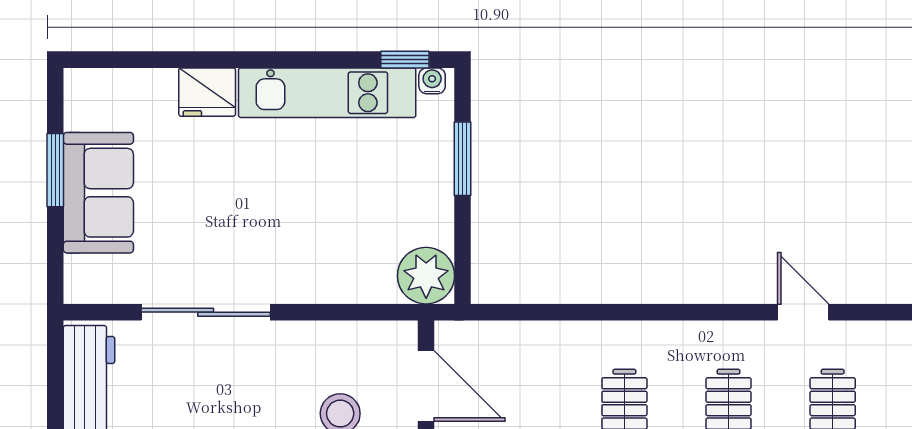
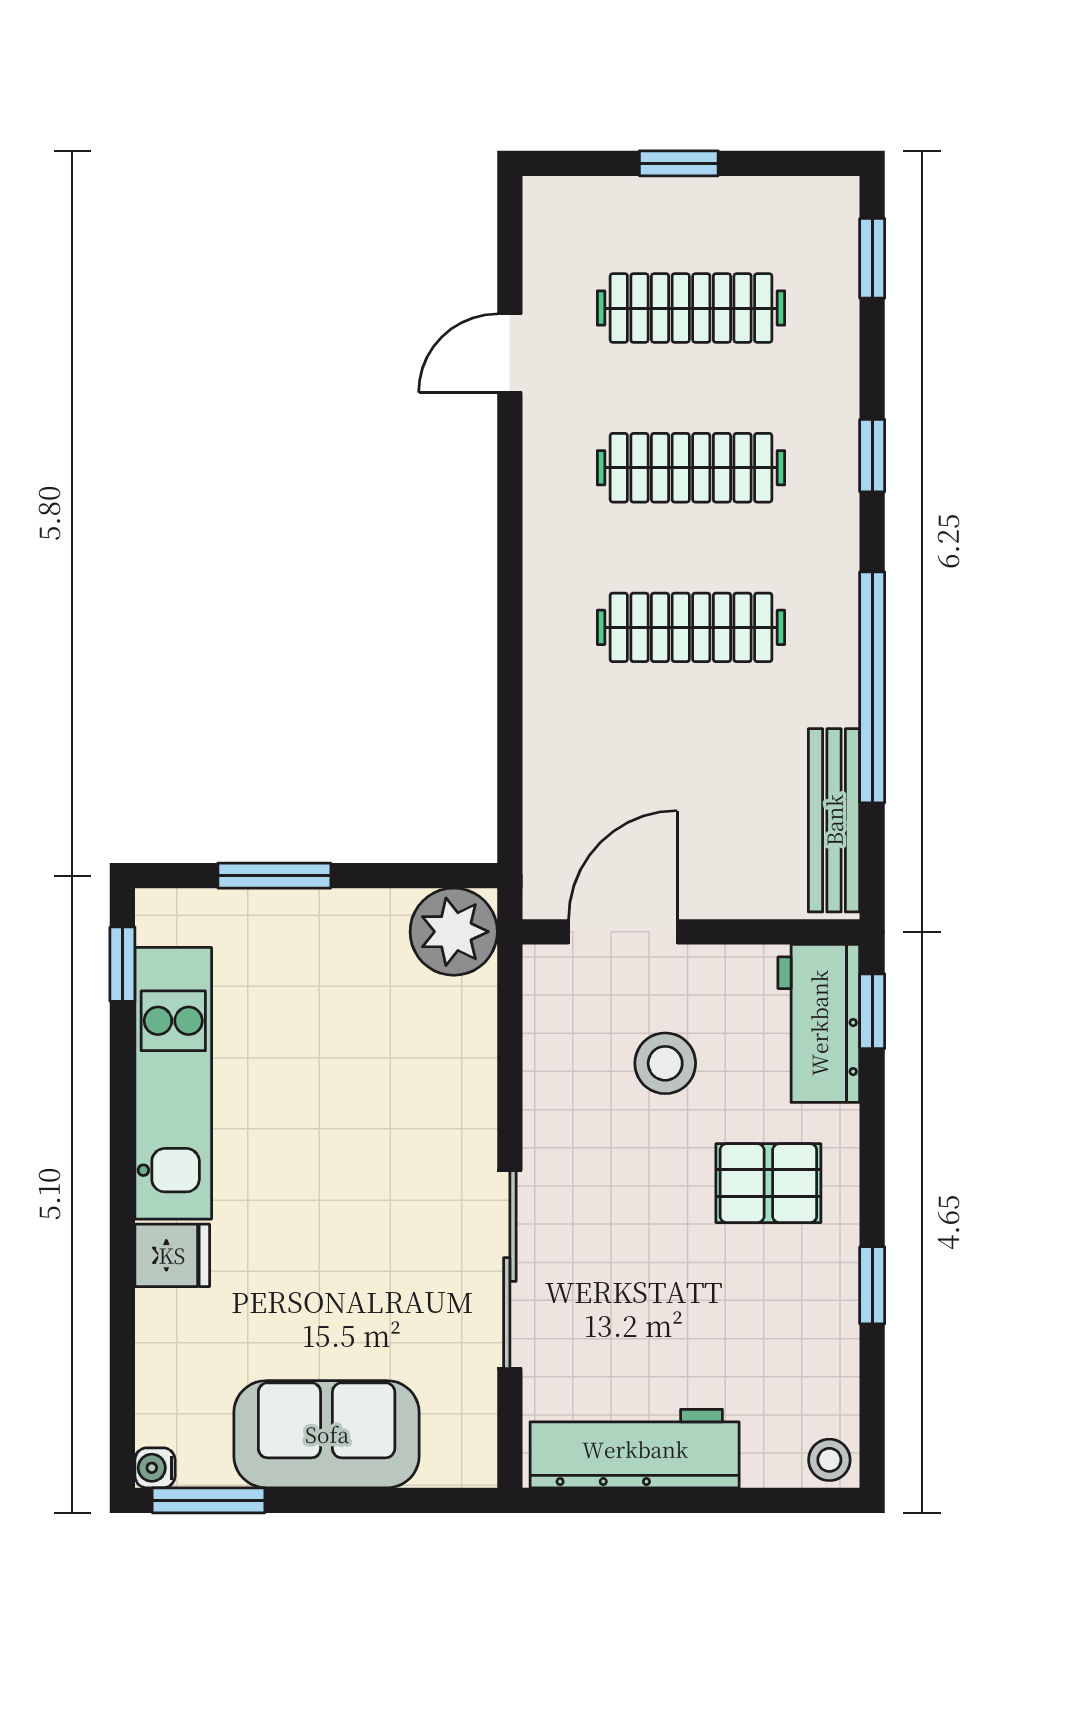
water cooler: (432, 81) -> (155, 1468), moved
fridge: (207, 92) -> (172, 1255), width x0.72
window: (55, 170) -> (209, 1500), moved

